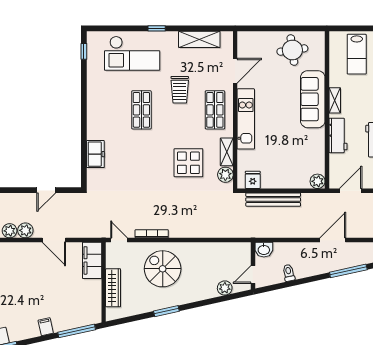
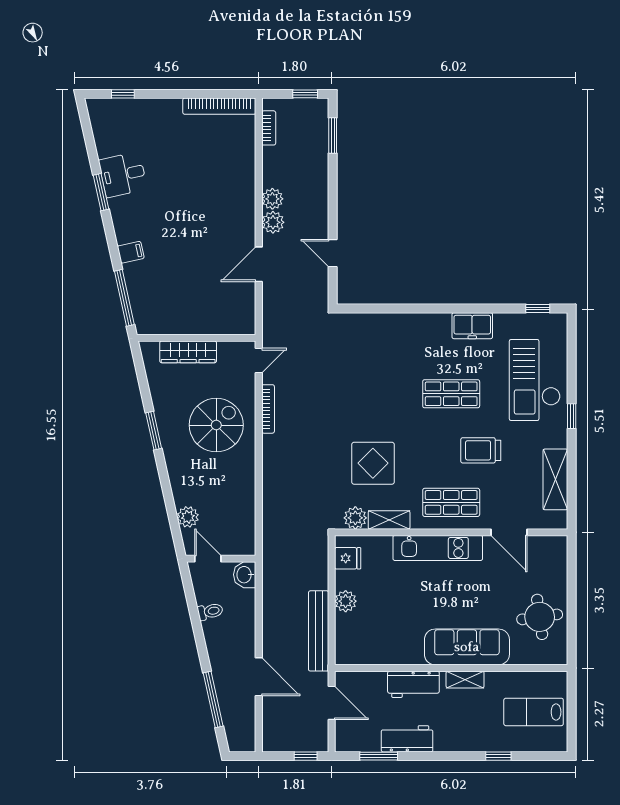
freezer: (95, 154) -> (472, 326), moved
plant: (318, 181) -> (346, 601), moved
bench: (273, 200) -> (319, 631), moved
filing cabinet: (92, 260) -> (229, 321), removed

